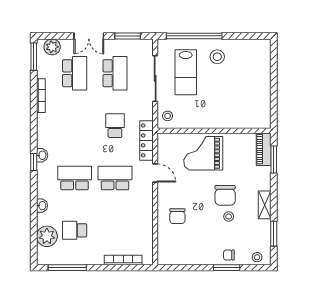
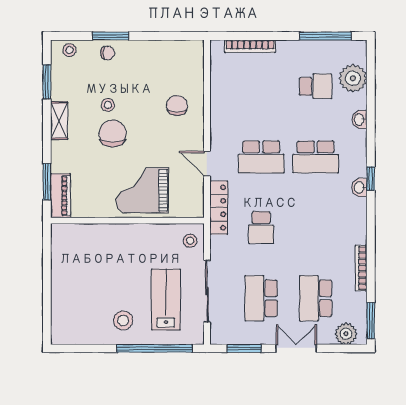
grand piano: (203, 153) -> (142, 190), turned 180

